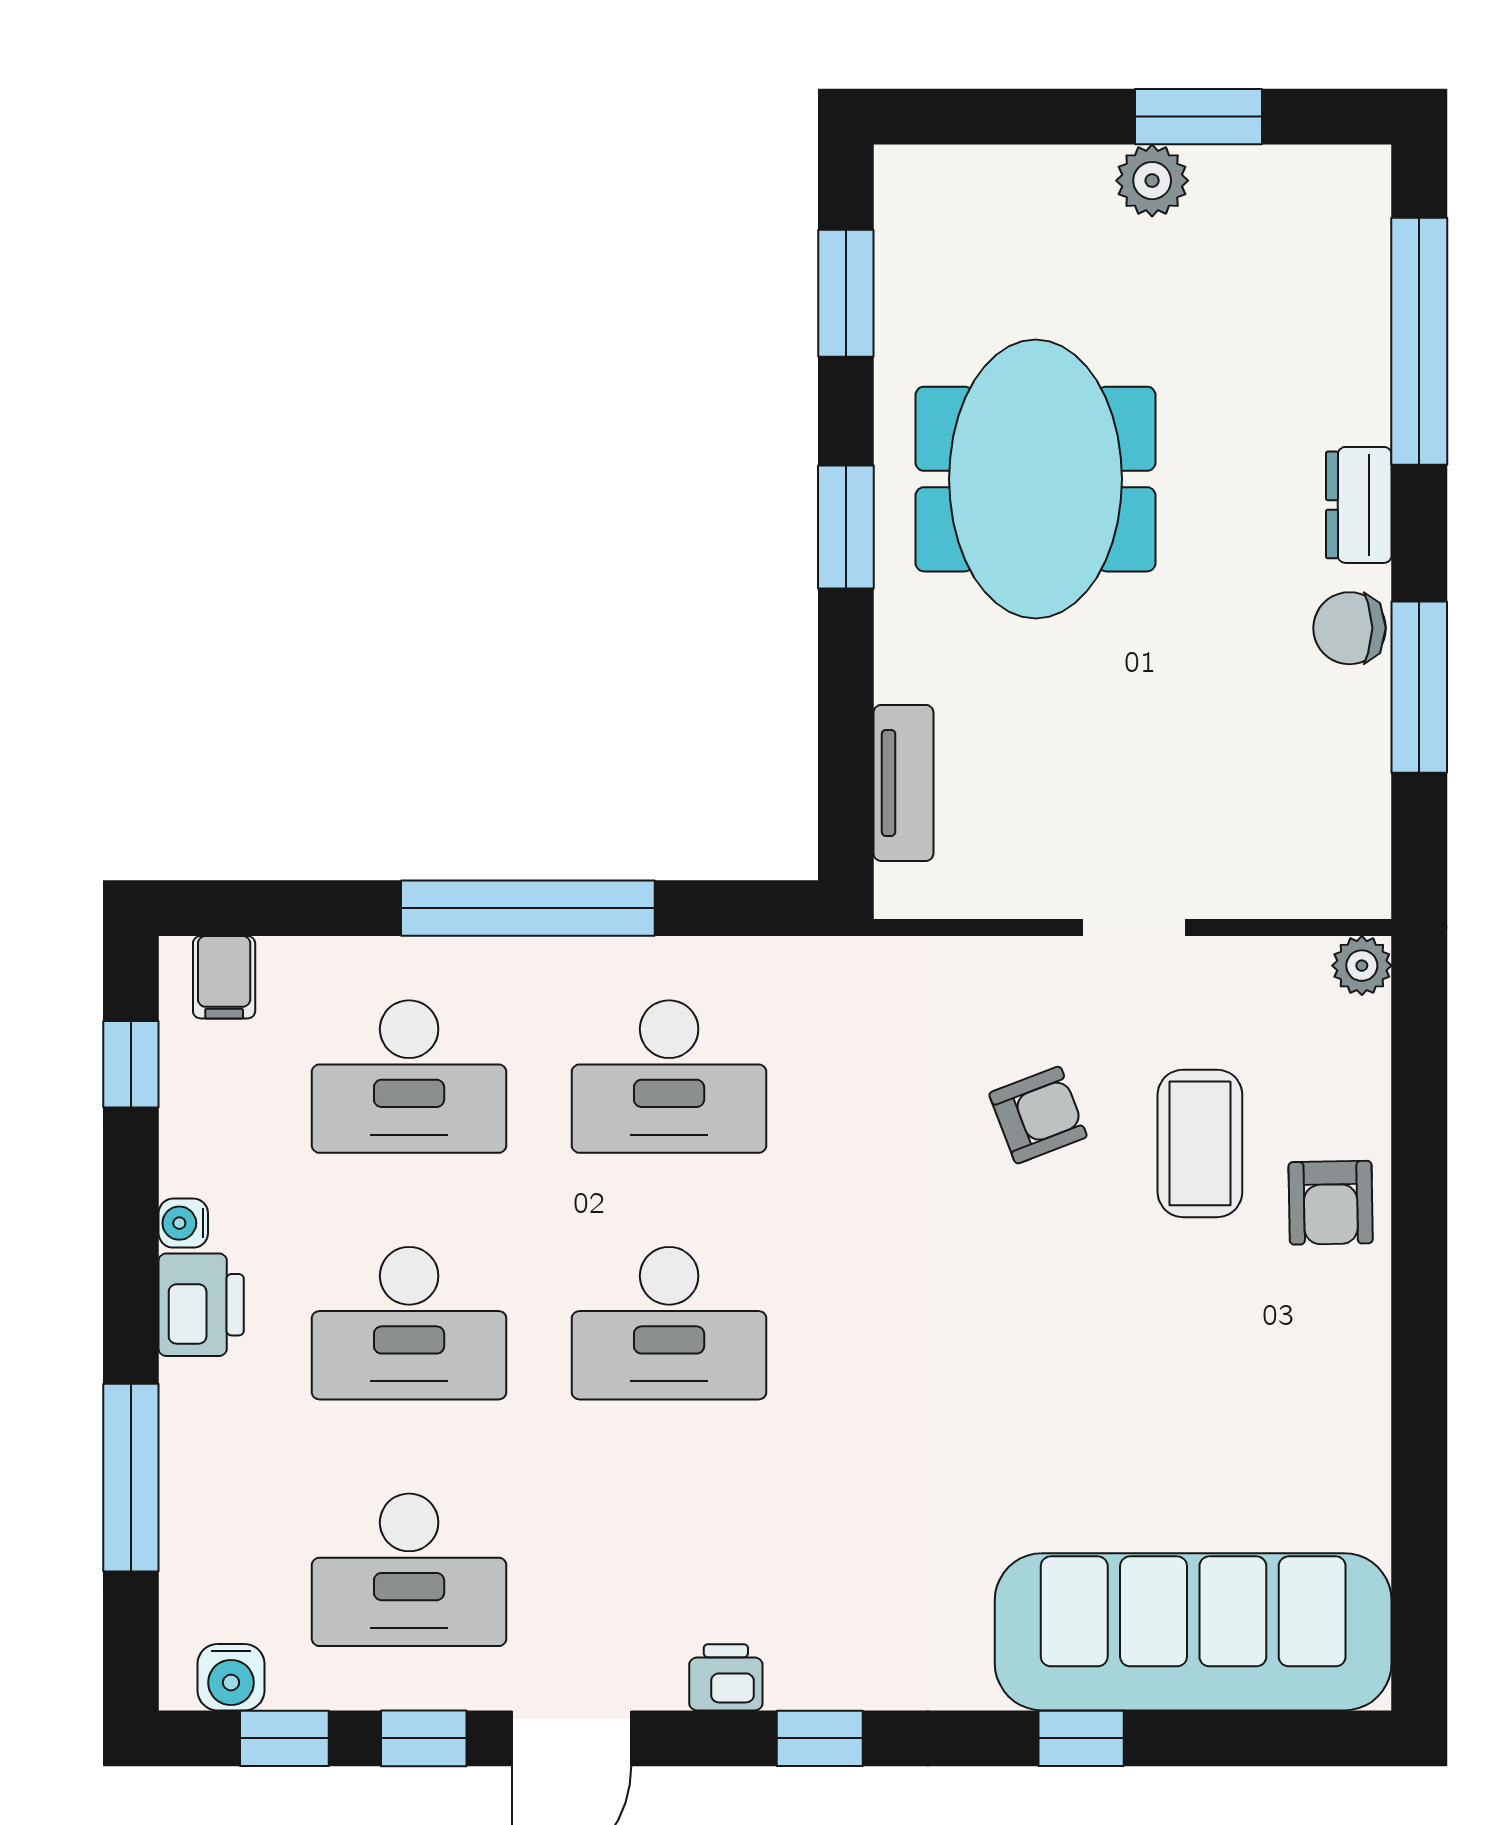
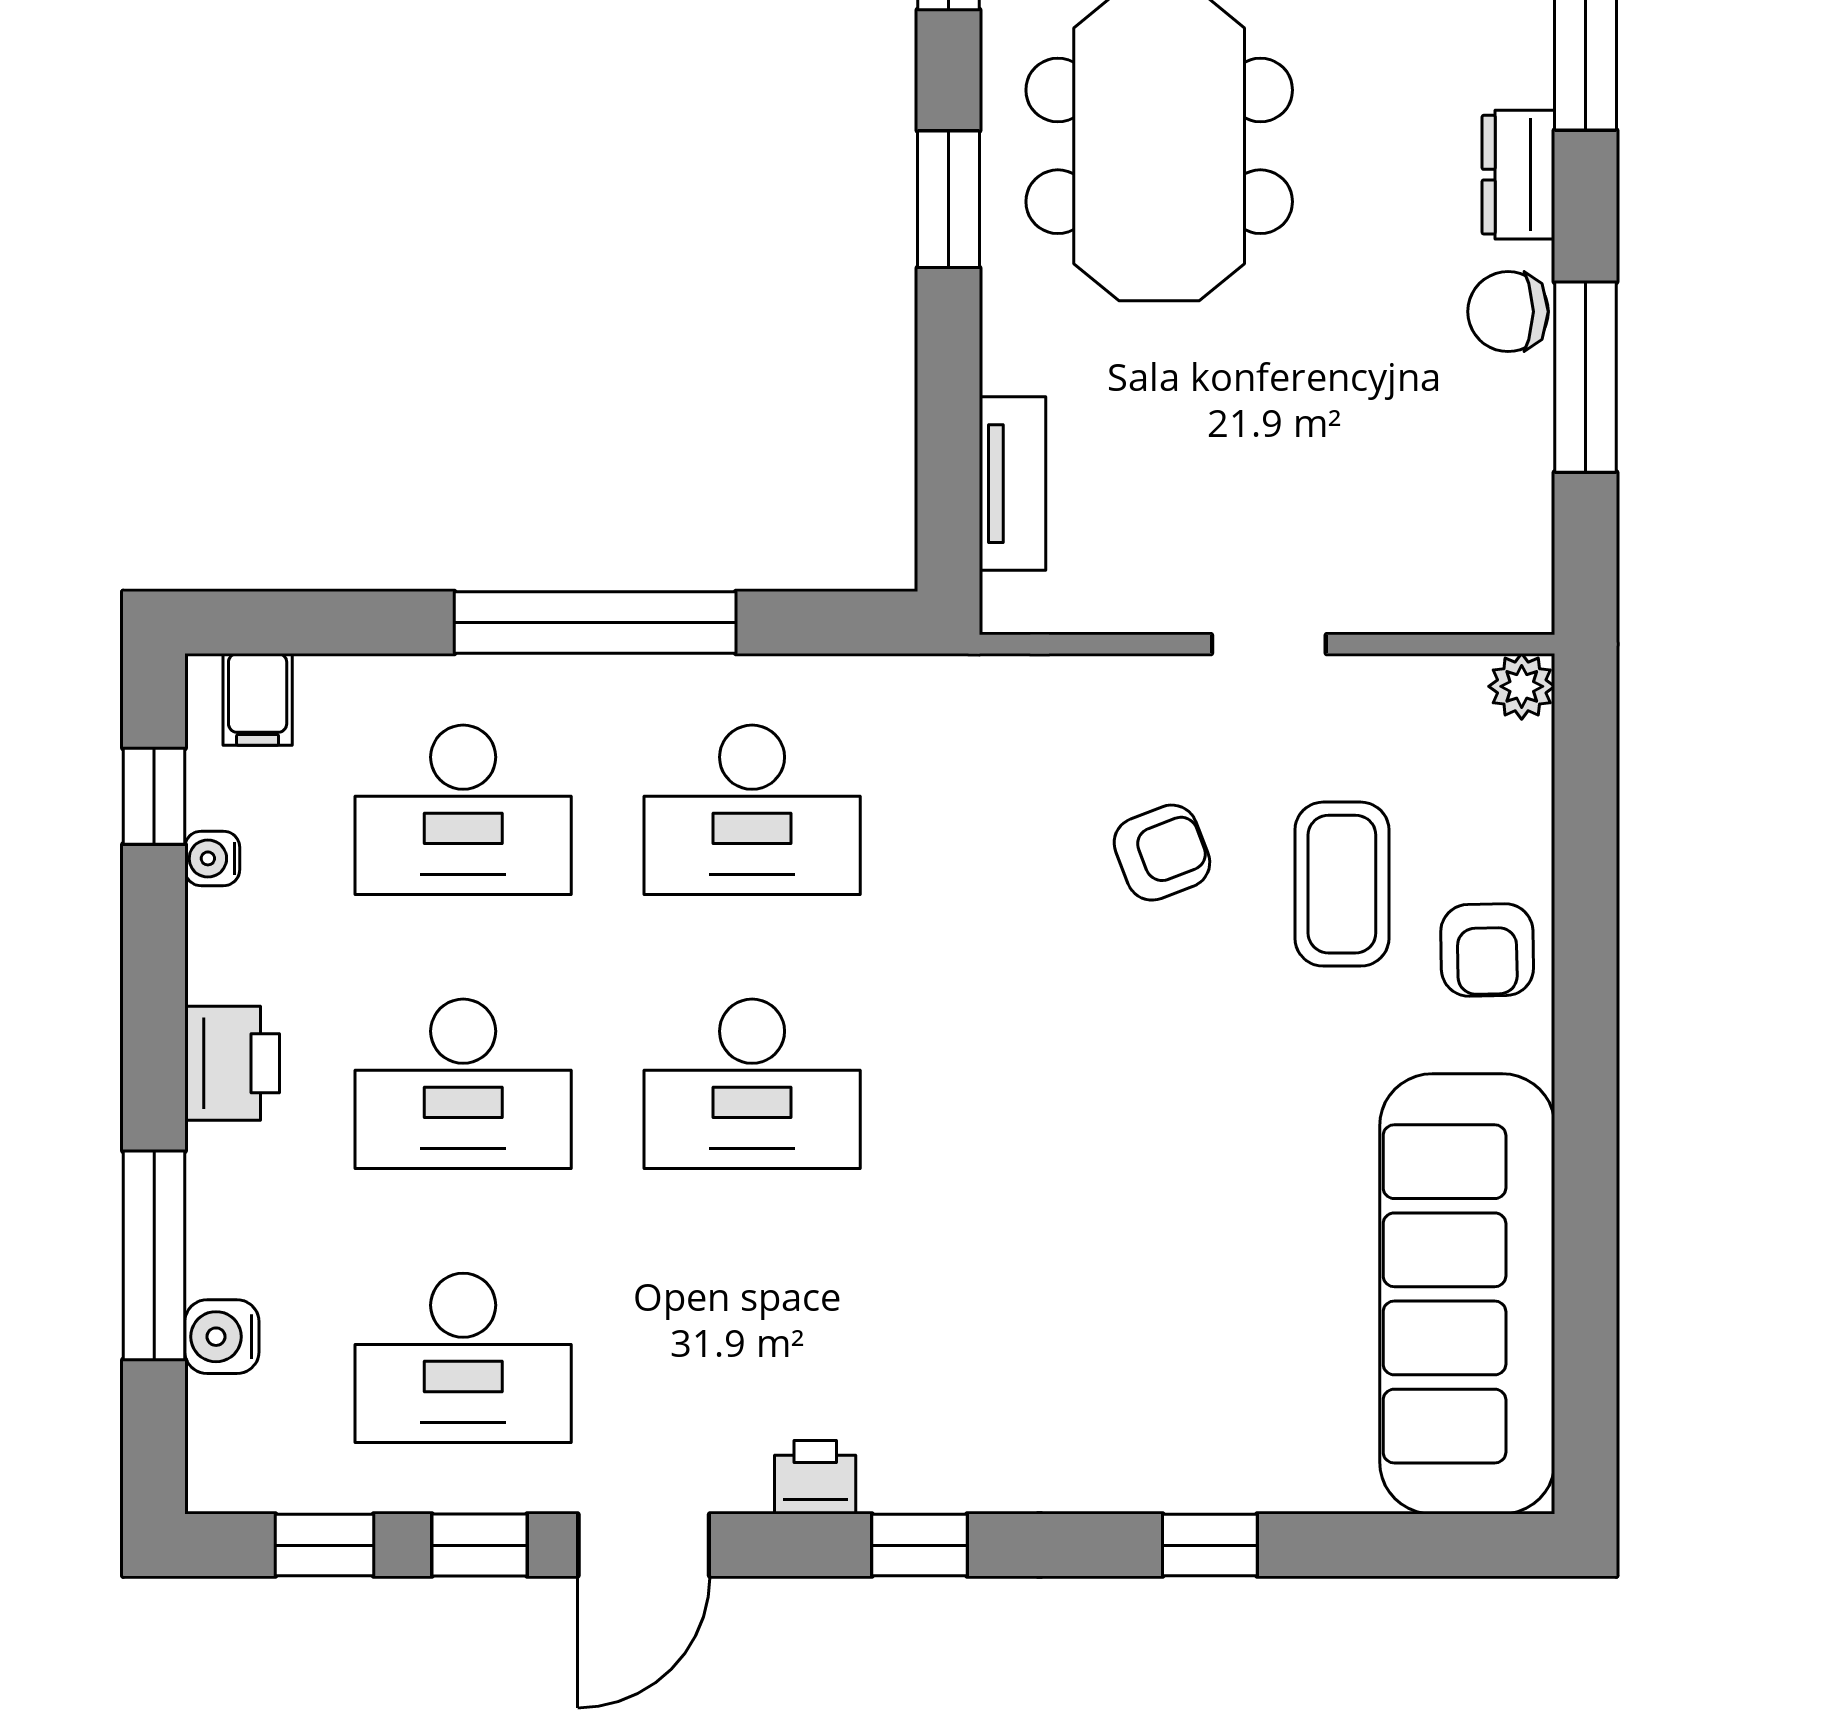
water cooler: (183, 1223) -> (212, 858), moved
sofa: (1193, 1632) -> (1467, 1294), moved, turned -90
water cooler: (231, 1677) -> (222, 1337), moved, turned 90

